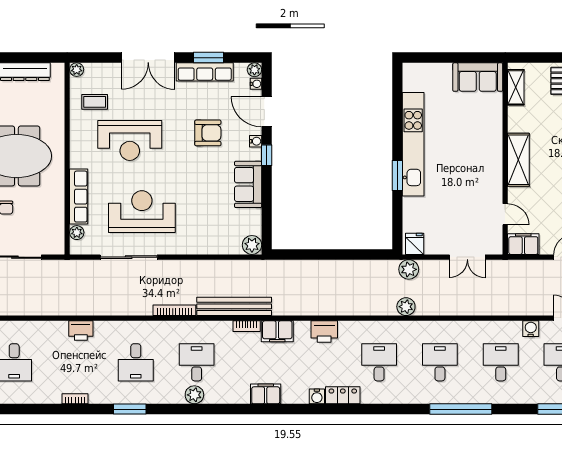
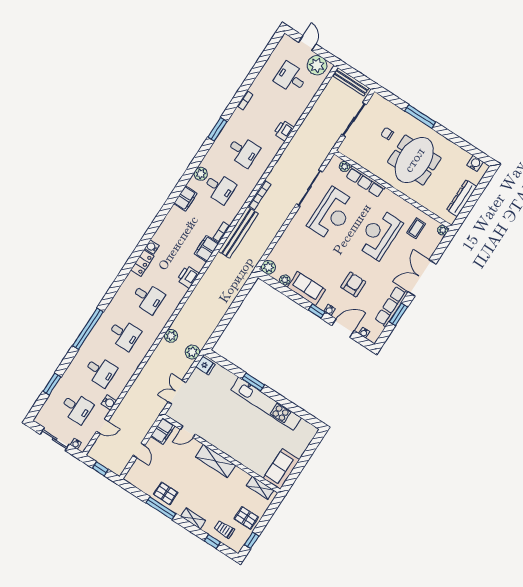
plant: (254, 70) -> (285, 280), moved
armchair: (208, 133) -> (353, 284), turned 180
desk: (136, 362) -> (243, 151), turned 180
filing cabinet: (266, 394) -> (185, 199), moved

